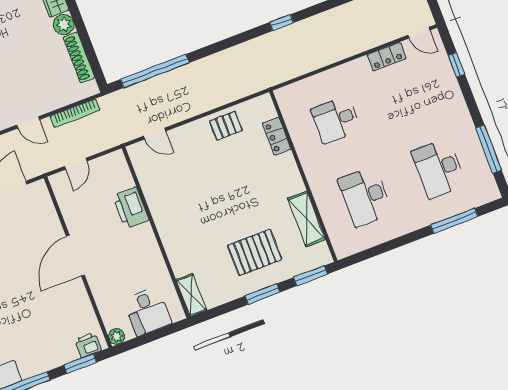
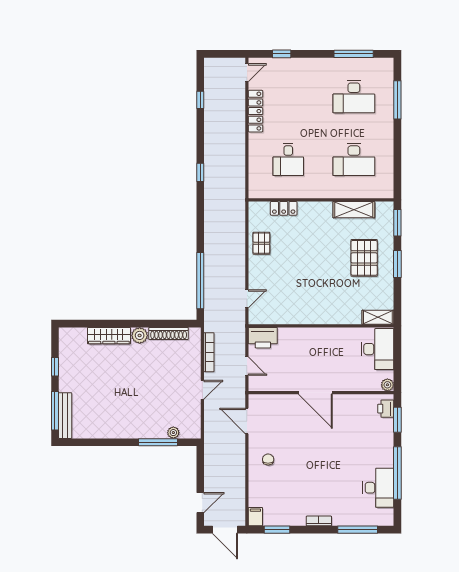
locker: (387, 57) -> (256, 111), width x1.53
printer: (131, 208) -> (263, 338), moved
desk: (147, 311) -> (378, 349), width x1.37

